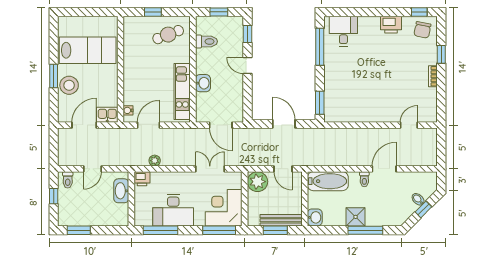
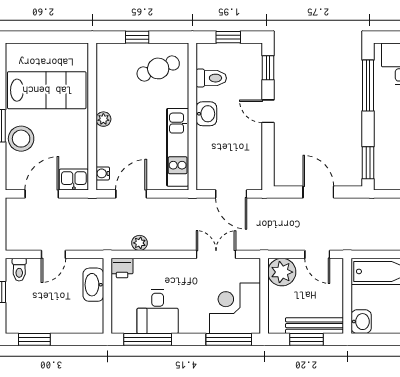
plant: (129, 71) -> (103, 119), added
washbasin: (203, 83) -> (206, 114), moved
desk: (173, 210) -> (158, 312), width x0.73

